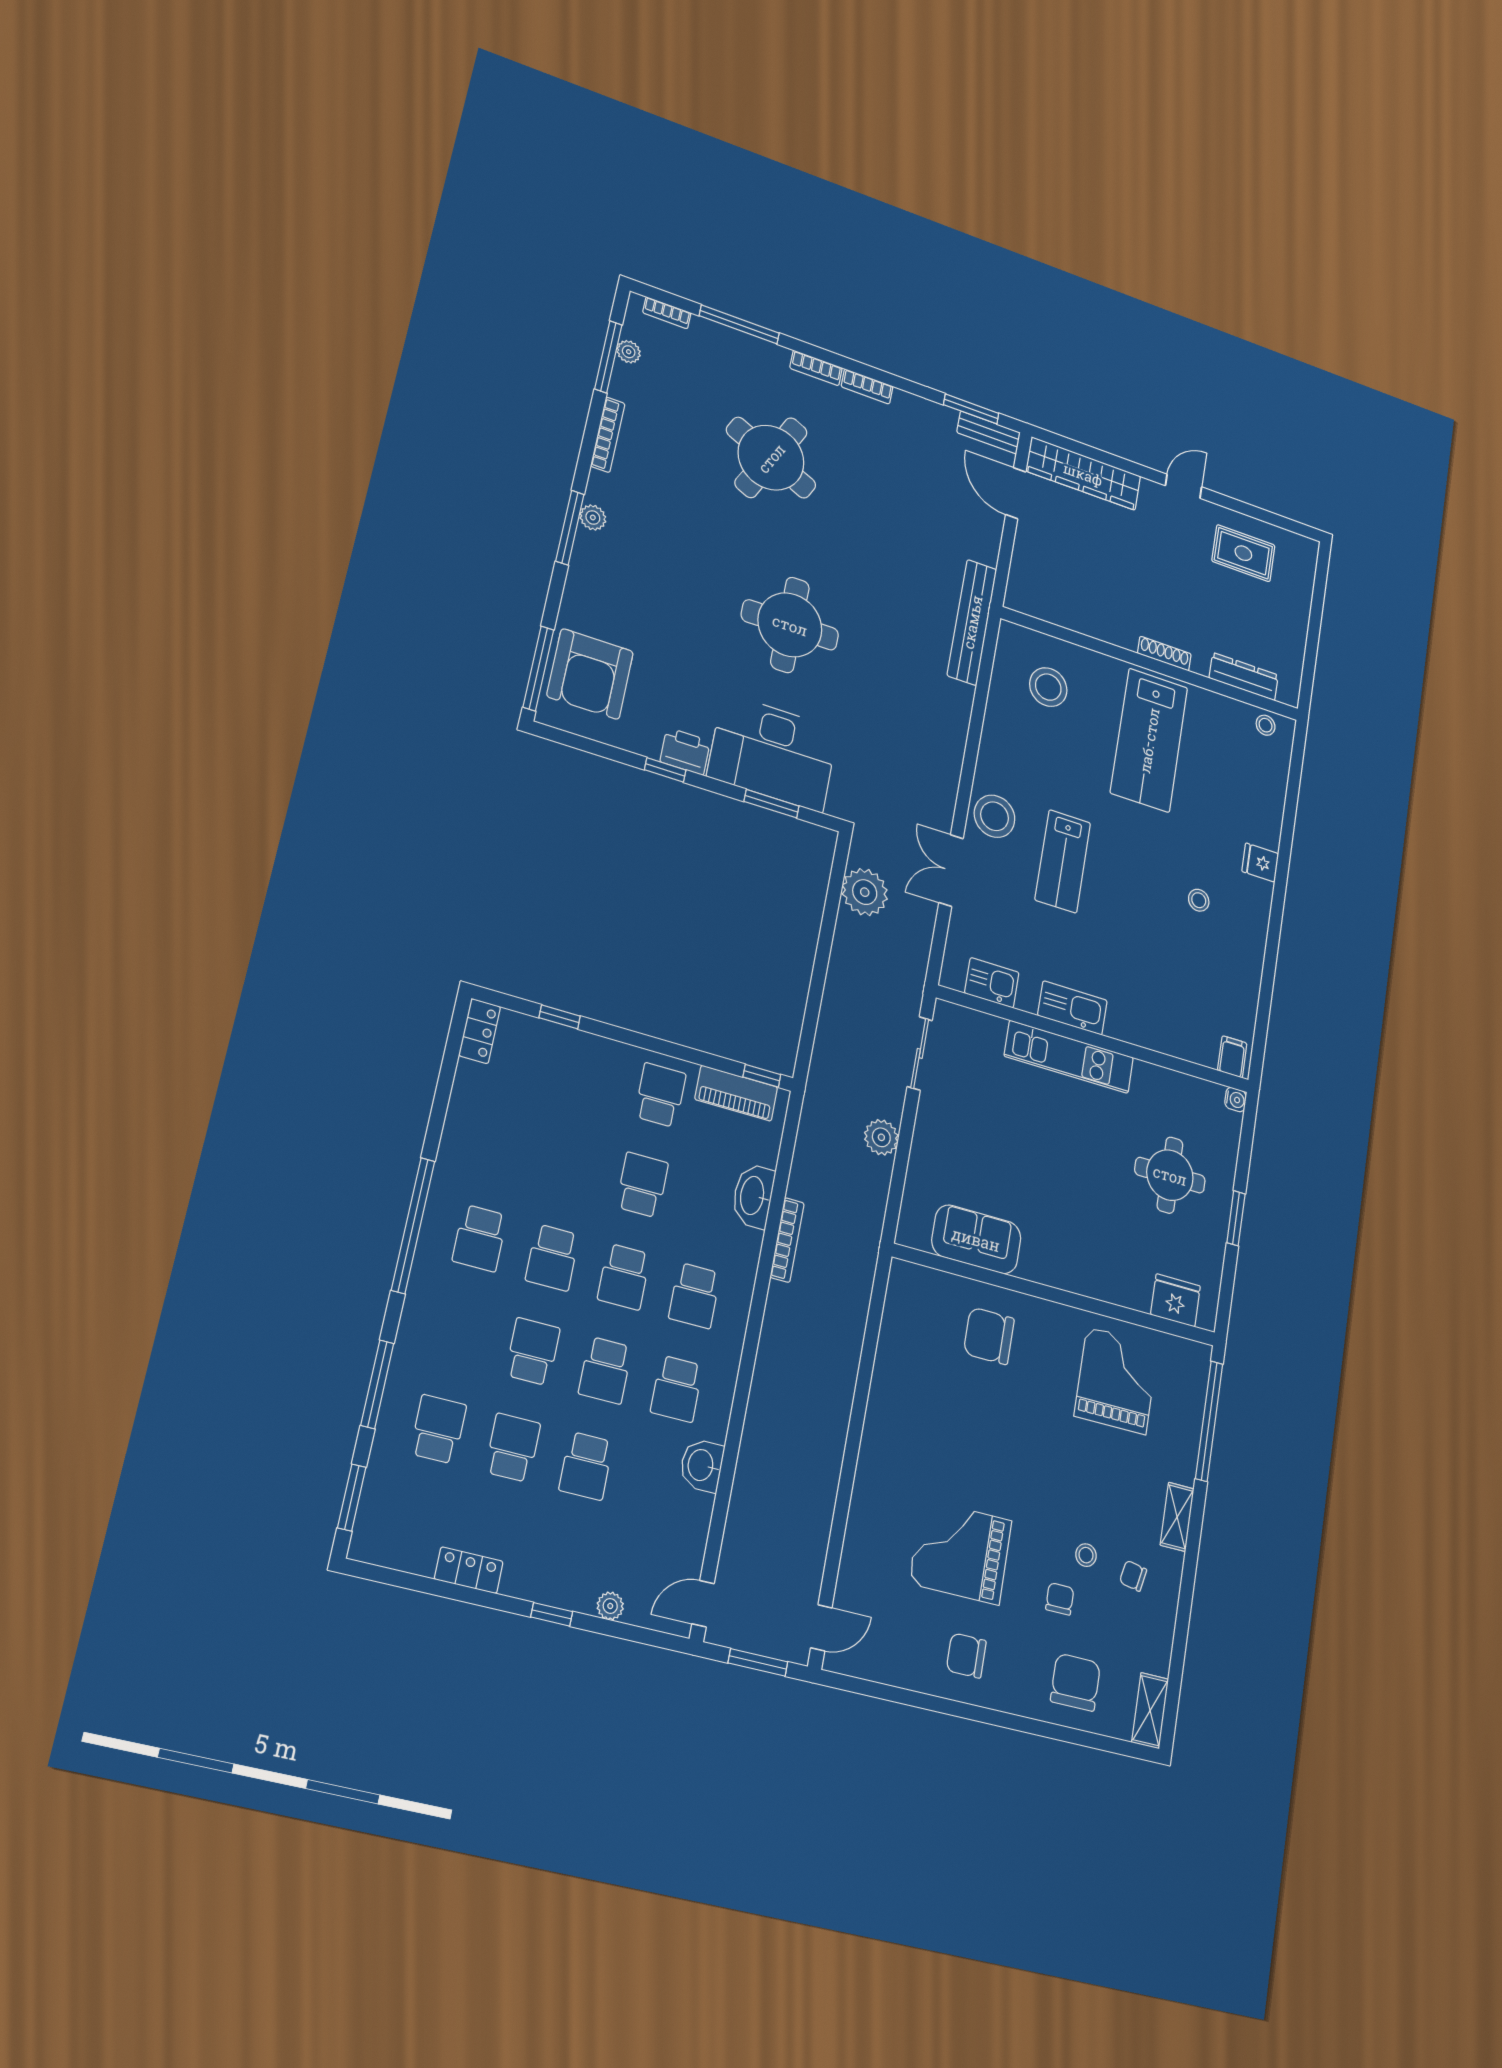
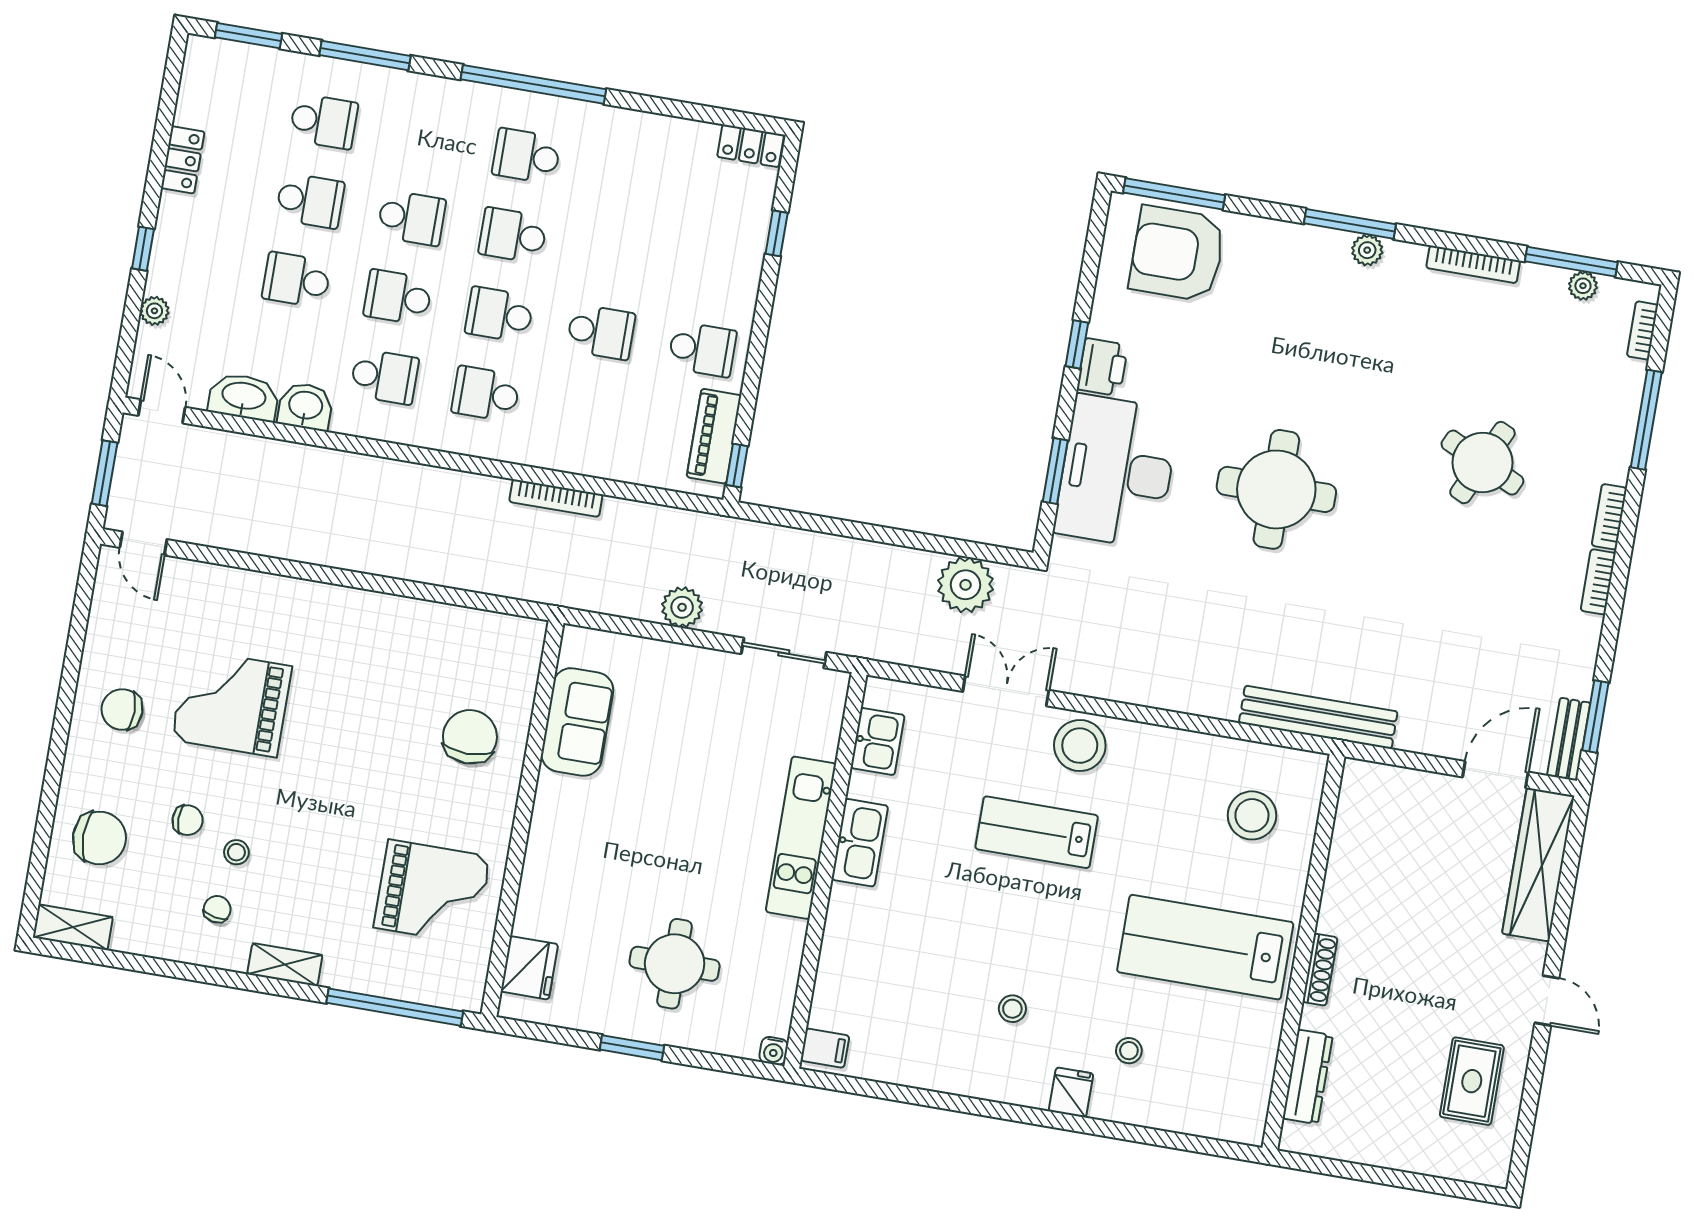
round table: (771, 458) -> (1482, 463), width x0.73, depth x0.73
stool: (1266, 725) -> (1129, 1051), moved
washbasin: (753, 1196) -> (244, 397), moved
school desk: (677, 1389) -> (384, 377), turned 180
grand piano: (961, 1552) -> (232, 703), turned -90
chair: (966, 1656) -> (122, 709), turned -90

